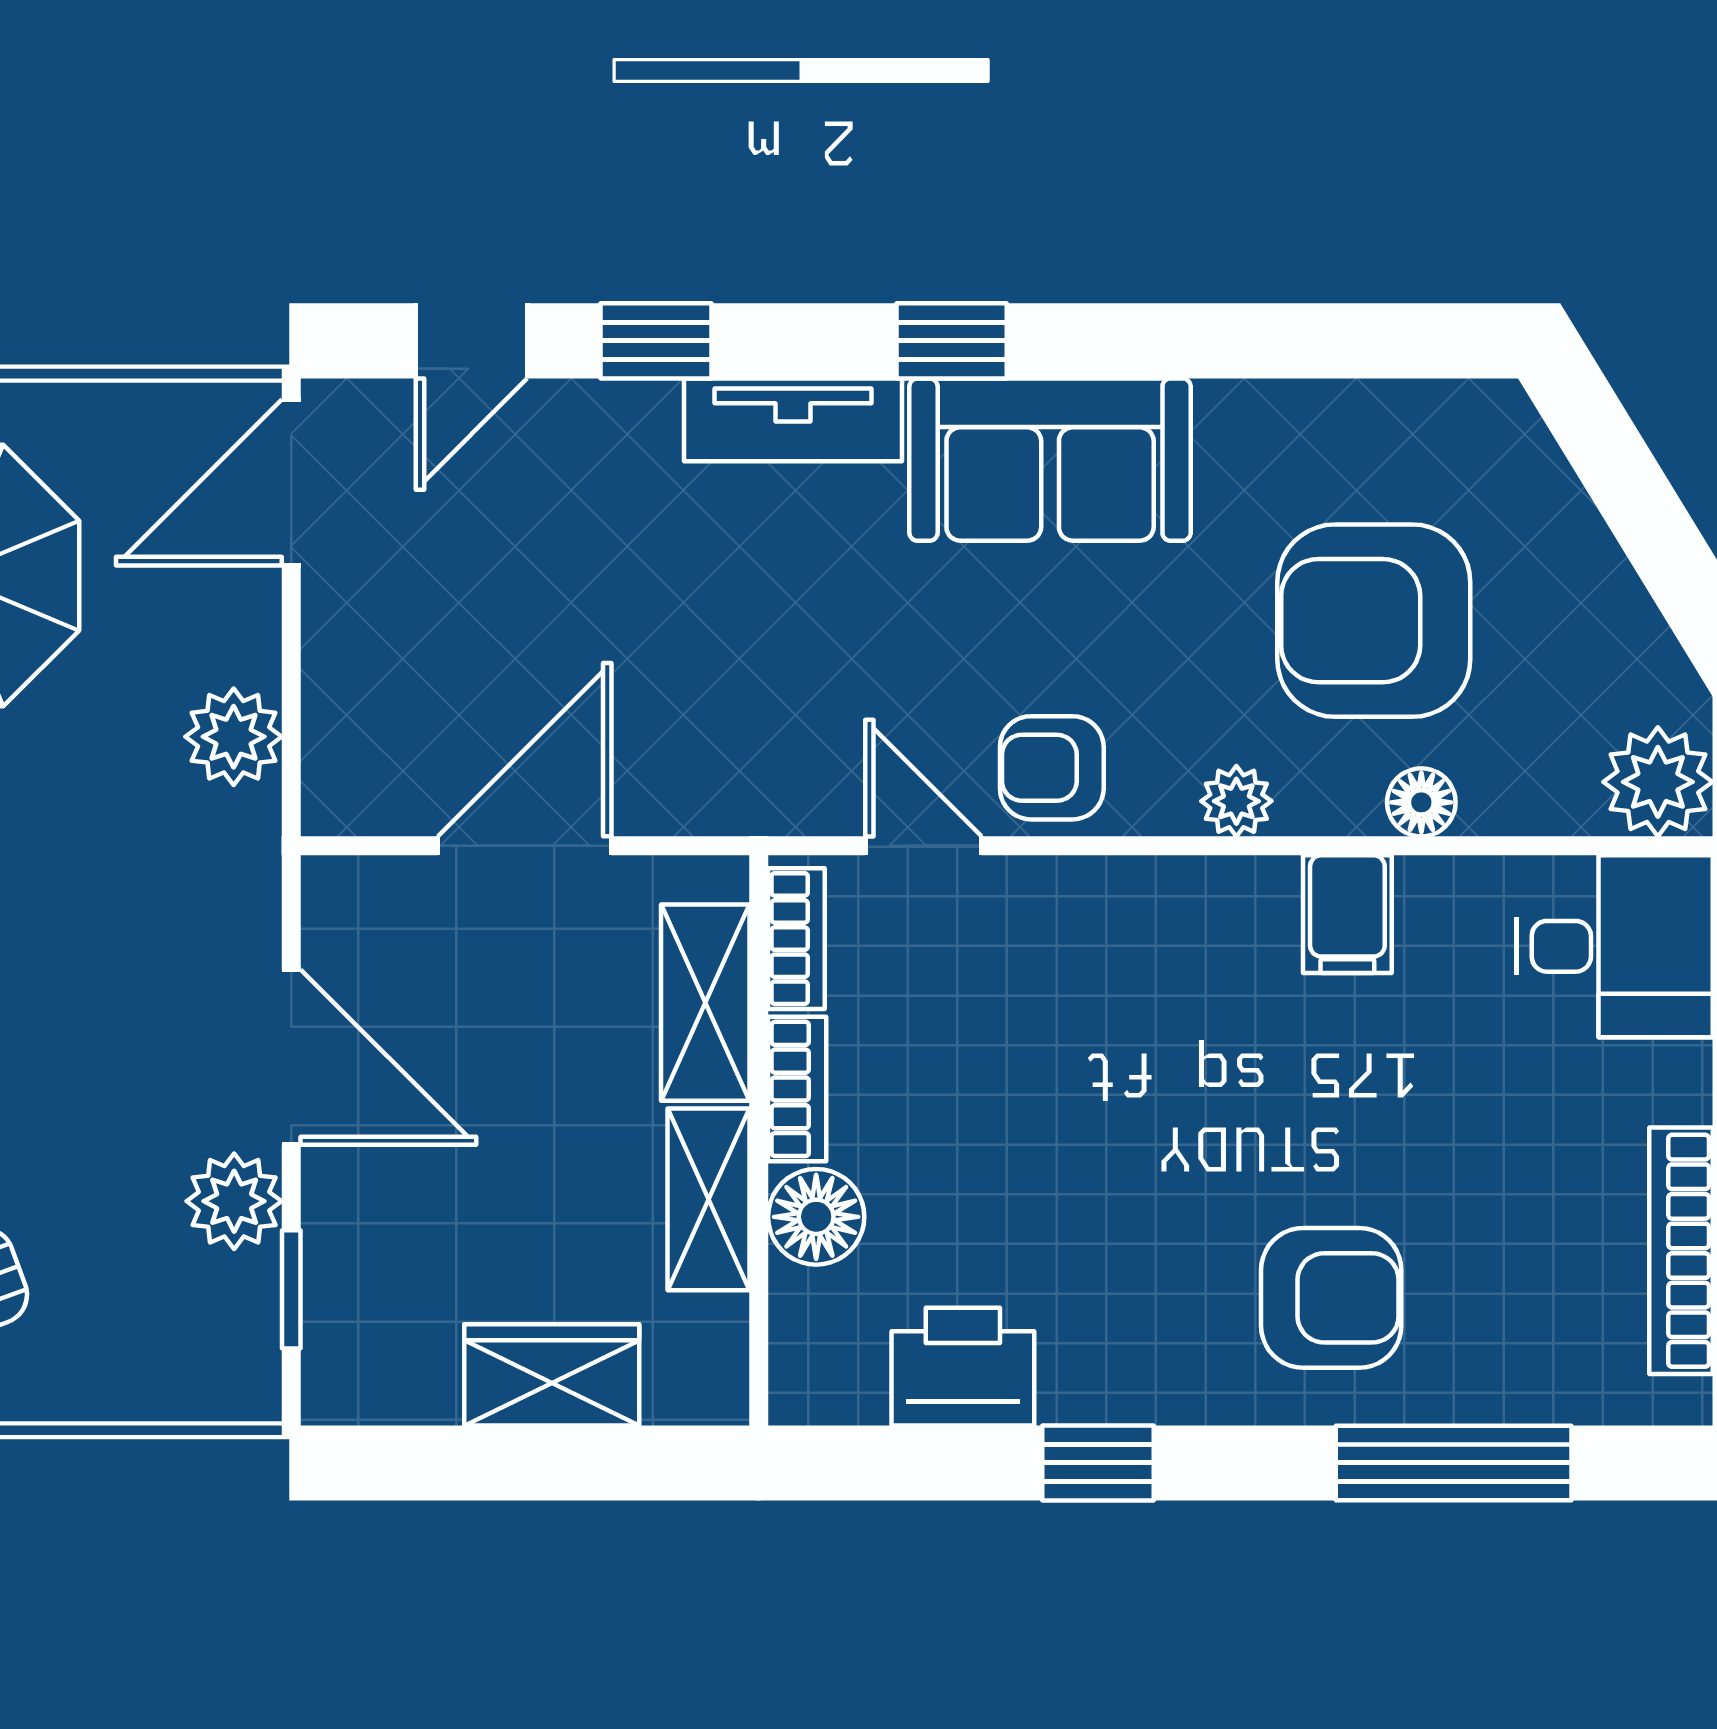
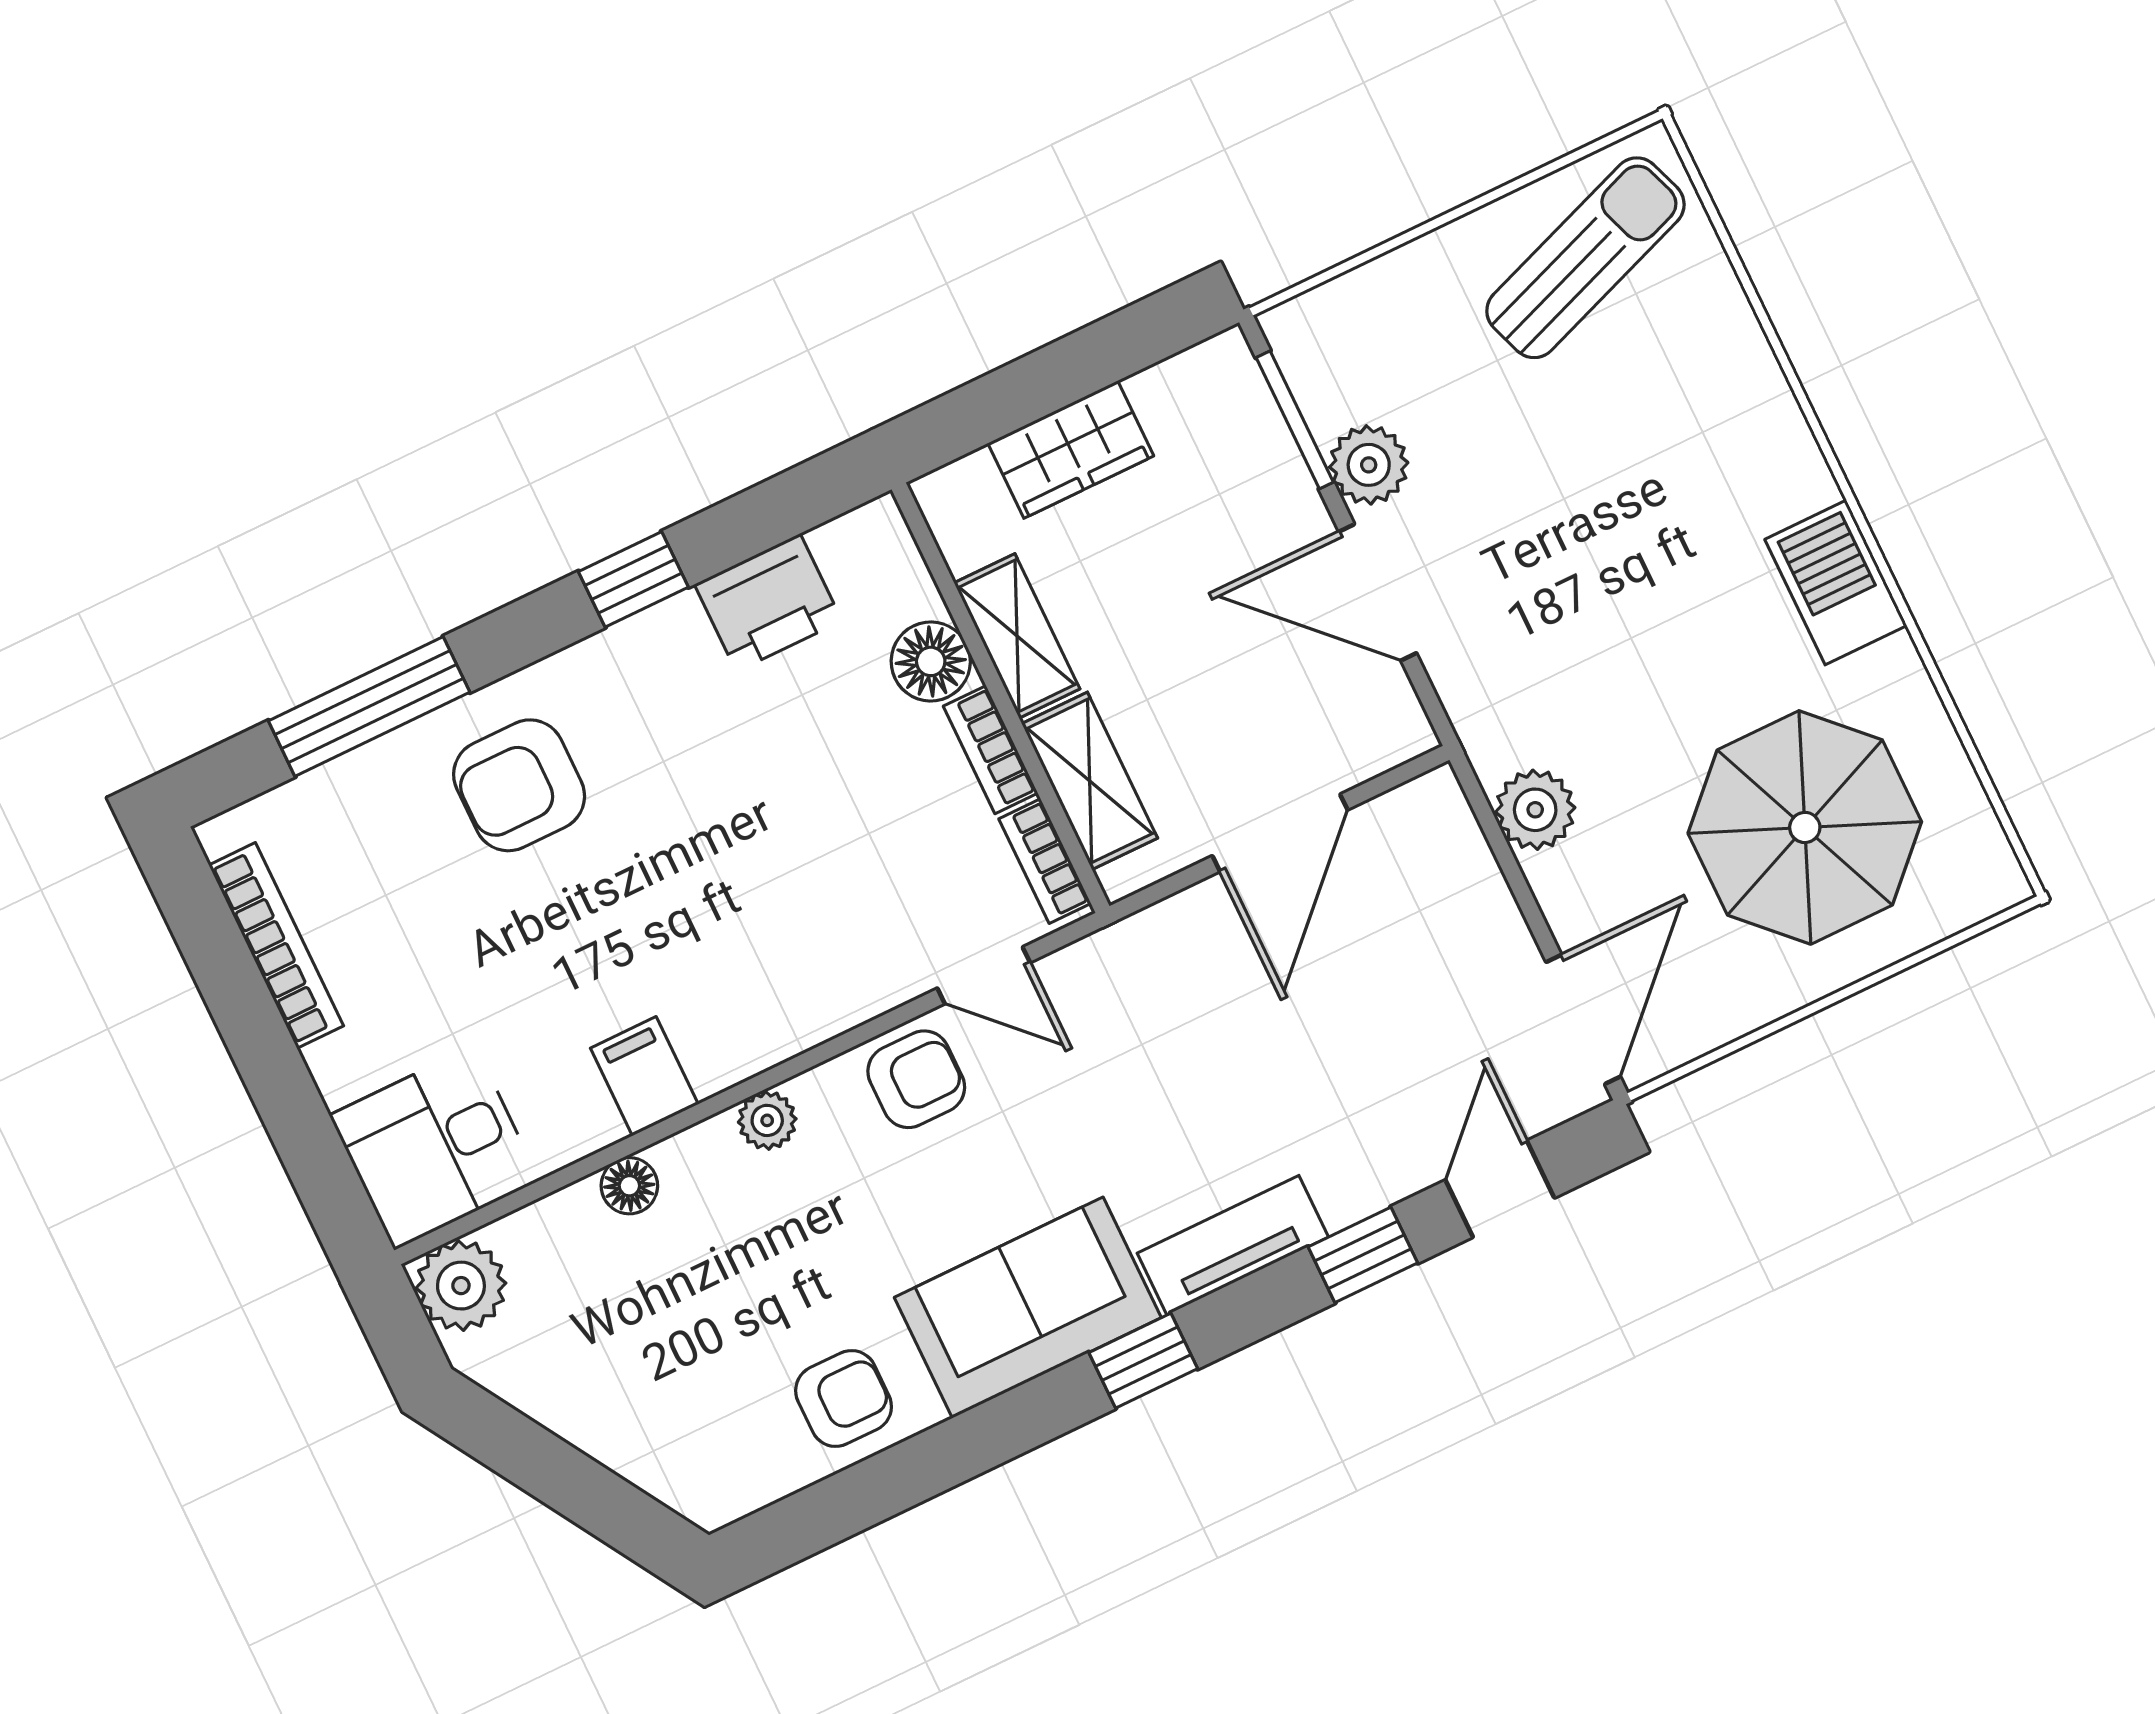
armchair: (1374, 621) -> (844, 1399), moved, width x0.53, depth x0.53
window: (291, 1289) -> (1295, 420), width x1.50

